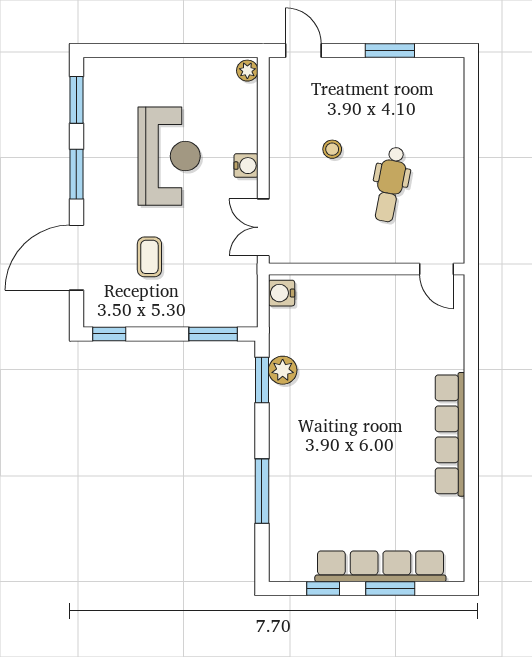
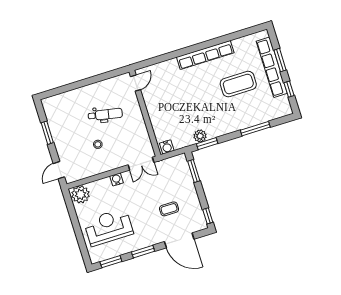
plant: (247, 71) -> (80, 194), width x1.88, depth x1.88
reception desk: (169, 156) -> (109, 227), moved
coffee table: (367, 485) -> (238, 84), added

